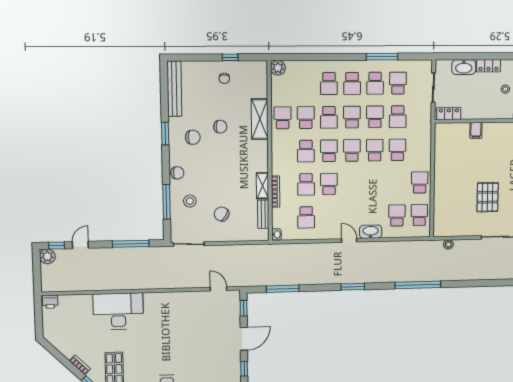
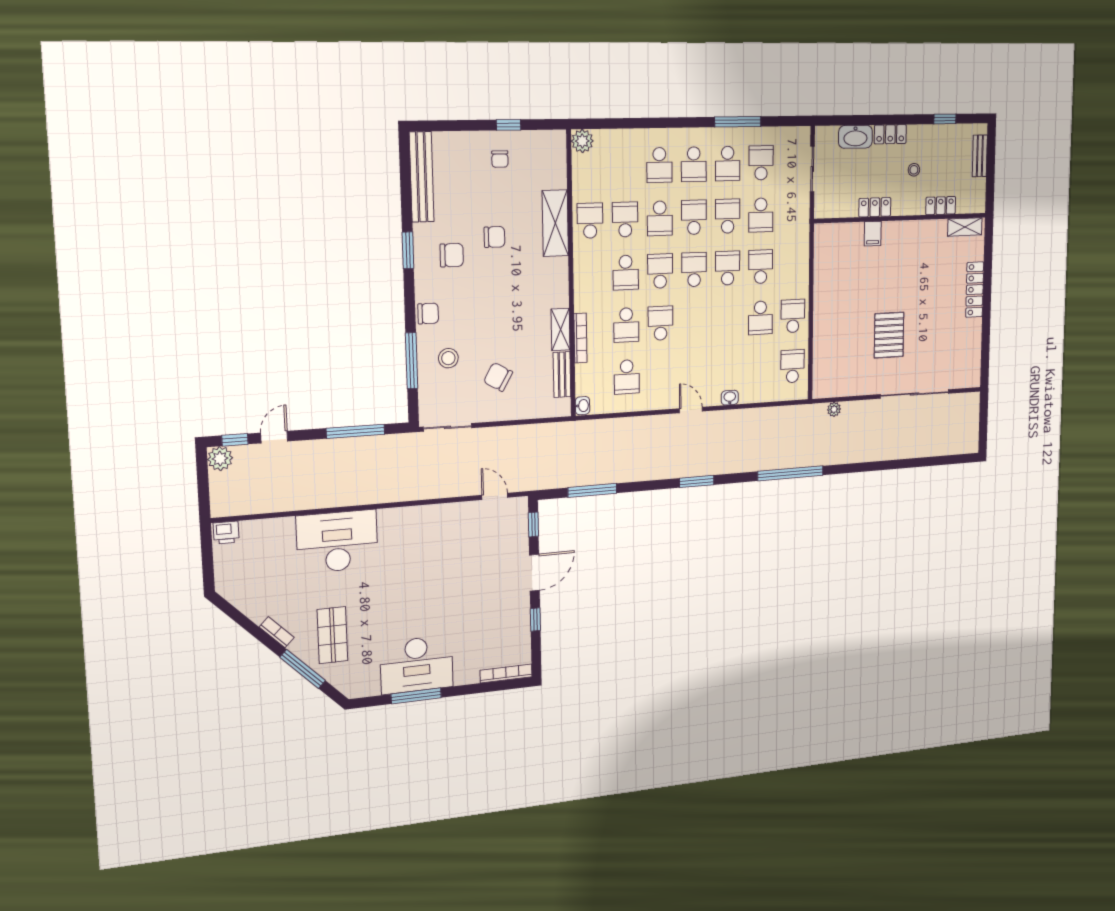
locker: (449, 113) -> (875, 207), moved
school desk: (397, 216) -> (760, 318), moved, turned 180
washbasin: (371, 232) -> (730, 398), width x0.52, depth x0.69

